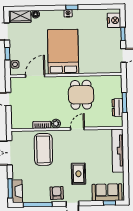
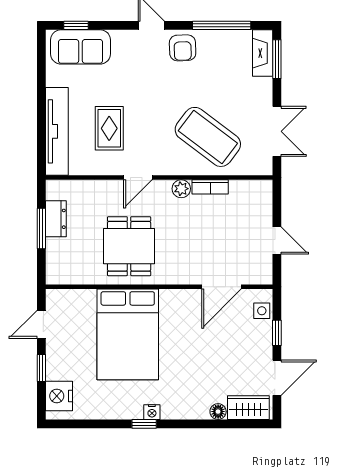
bed: (63, 52) -> (128, 334), moved
coffee table: (43, 149) -> (208, 137), turned -53
rug: (78, 174) -> (109, 128), moved

